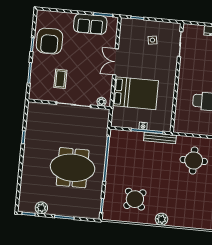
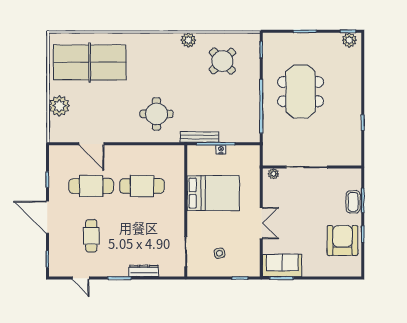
sofa: (90, 24) -> (282, 265), moved
coffee table: (60, 79) -> (353, 202), moved
bed: (135, 93) -> (213, 193), moved, turned 180
meeting table: (73, 168) -> (301, 92), turned 90
plant: (41, 208) -> (349, 40), moved

